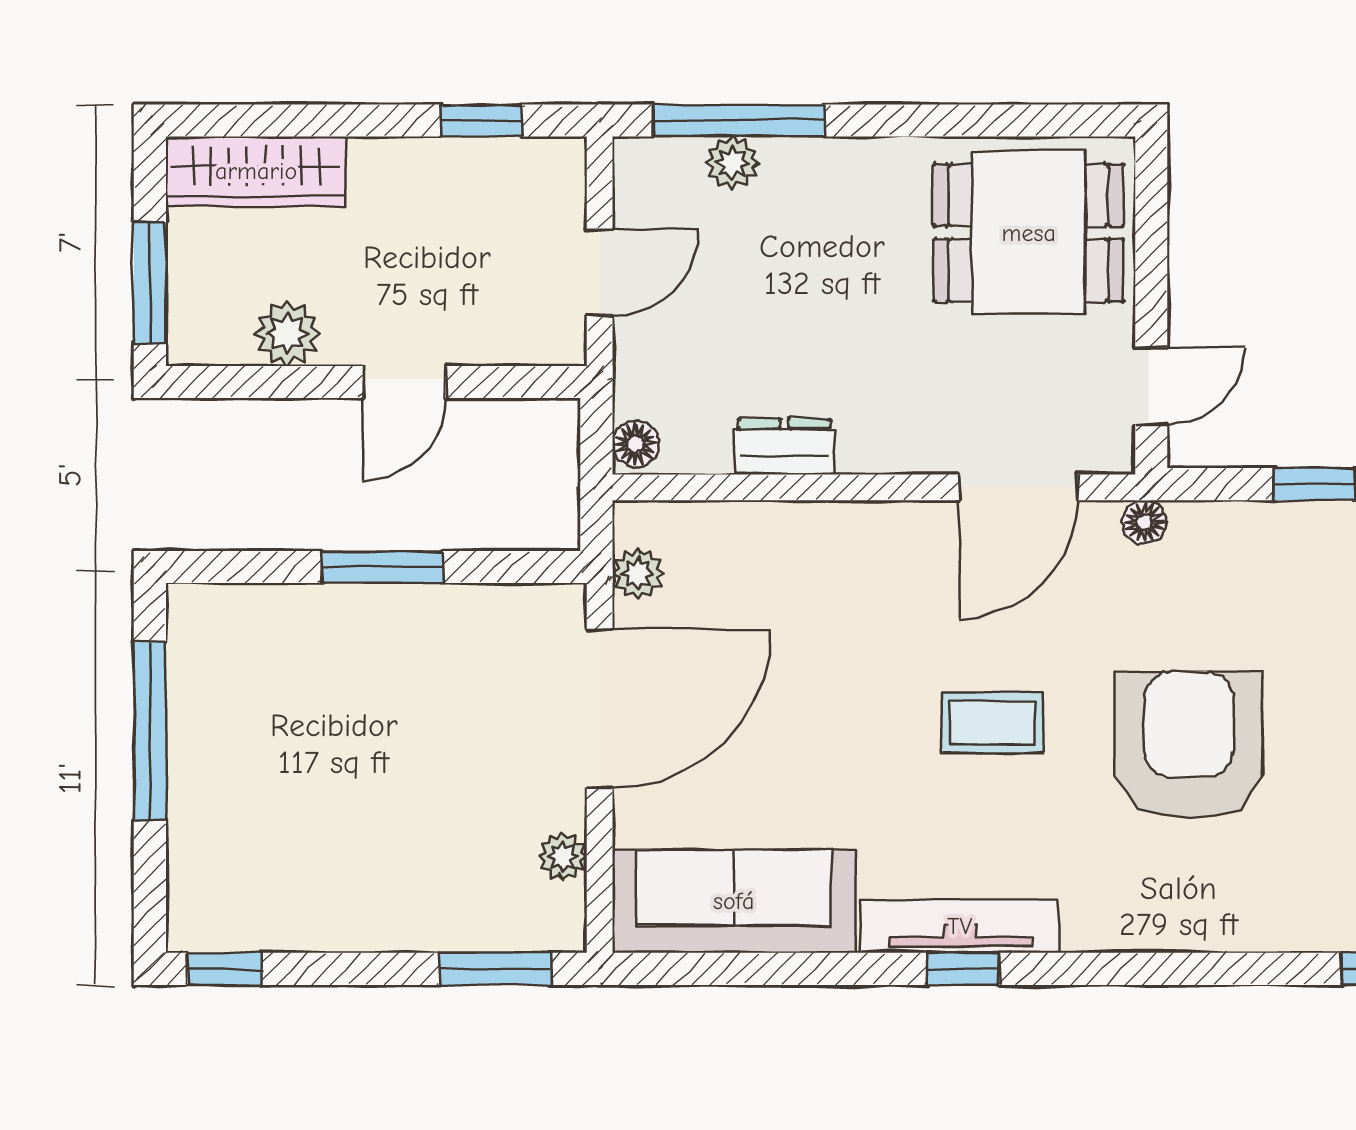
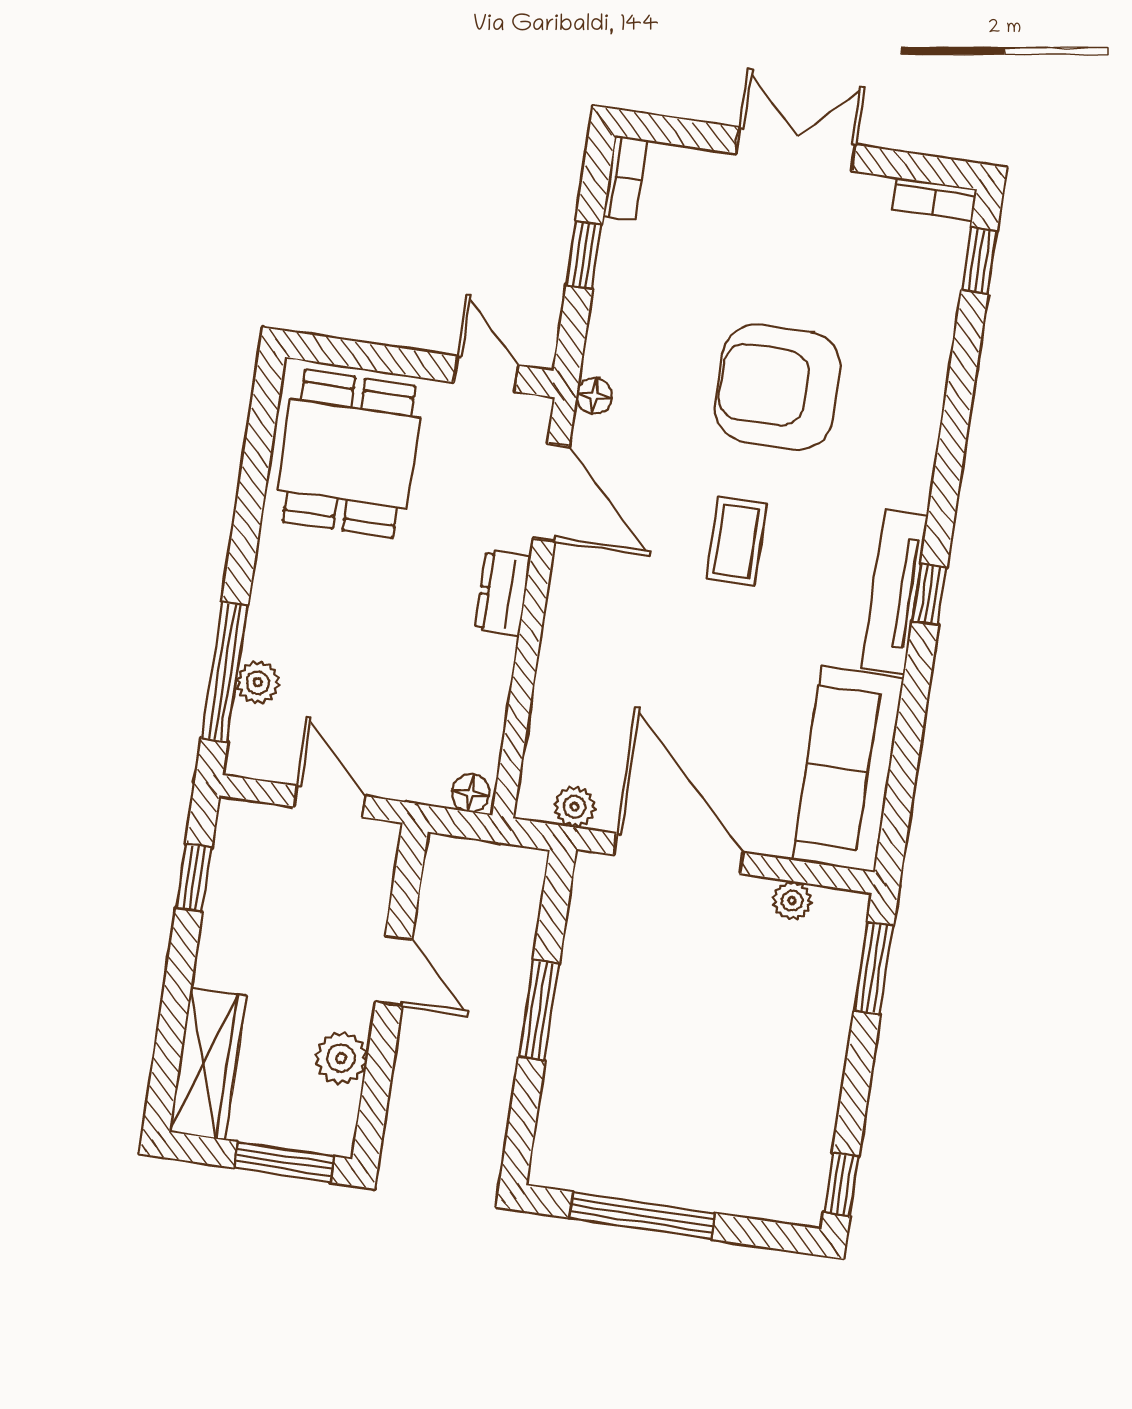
dresser: (784, 447) -> (503, 593), moved

